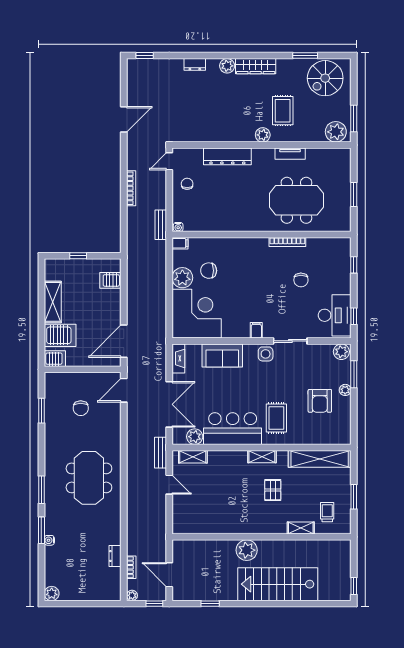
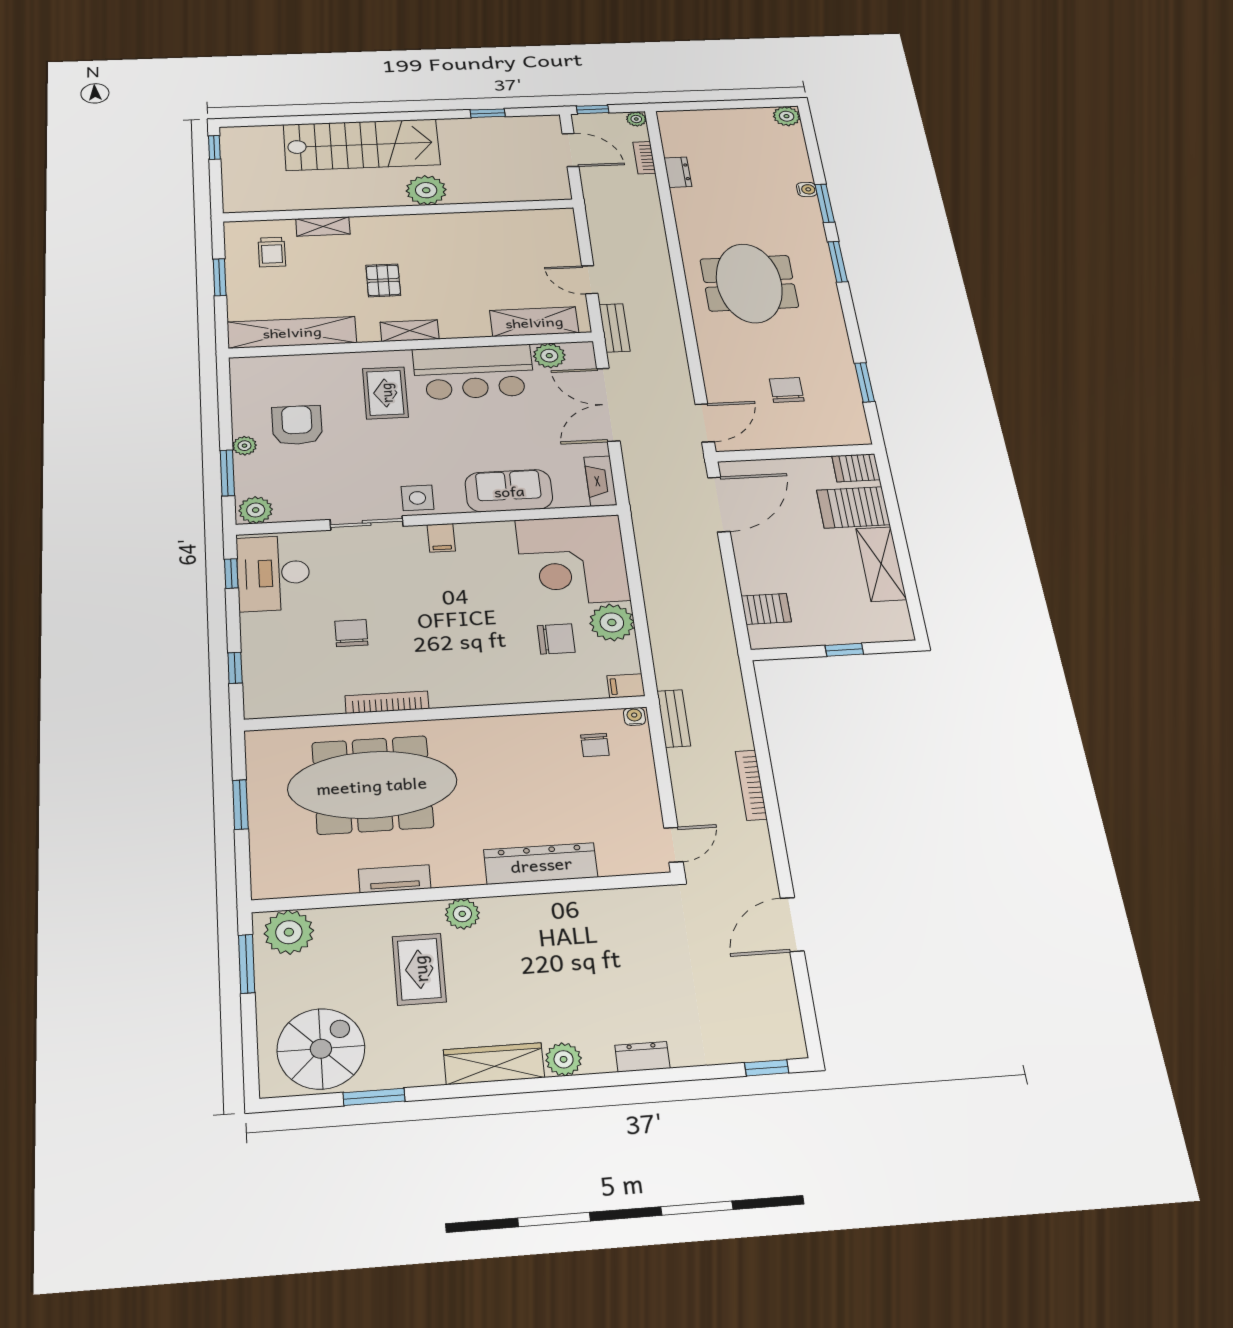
chair: (187, 184) -> (595, 745), moved
meeting table: (296, 200) -> (372, 785), width x1.36
shelving: (193, 457) -> (534, 322), width x1.50, depth x1.33

